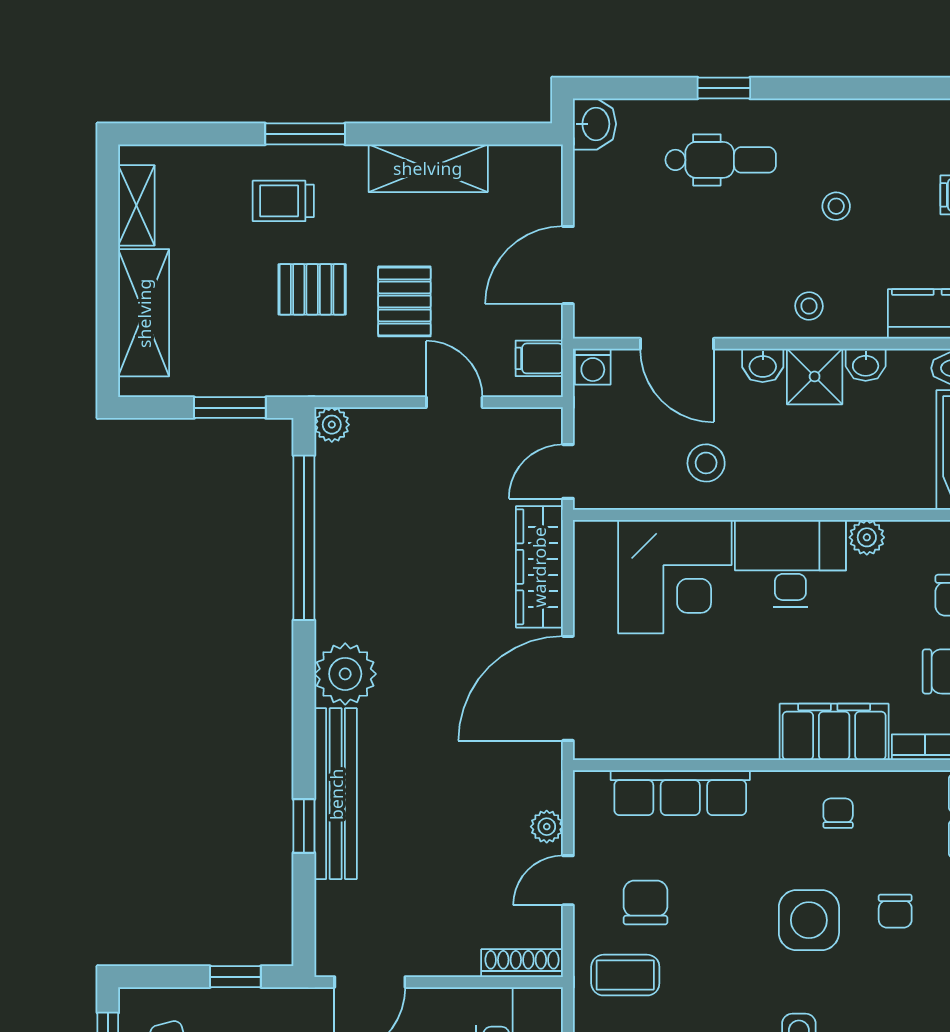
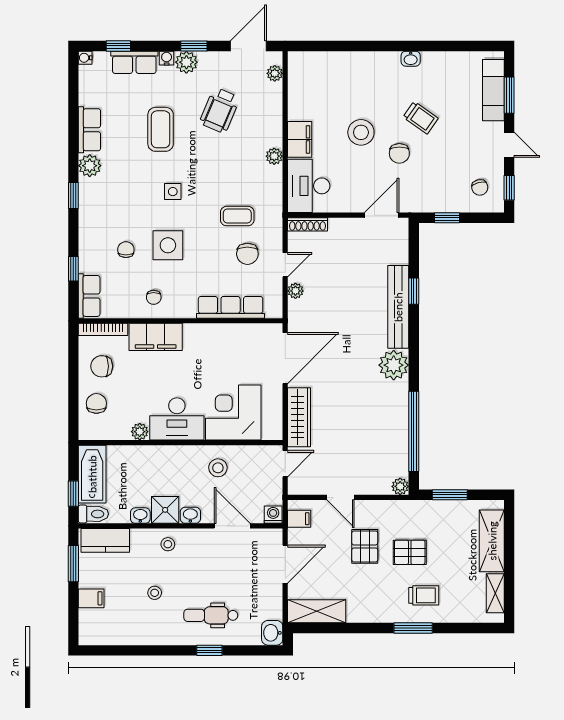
shelving: (428, 168) -> (317, 611), moved
coffee table: (625, 975) -> (237, 216), moved

